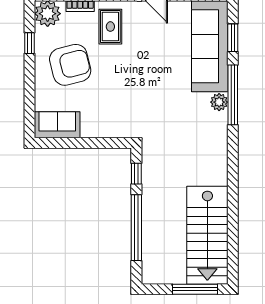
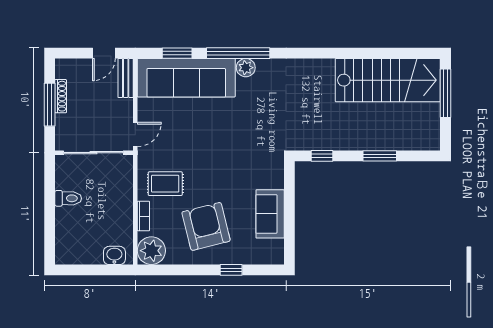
window: (30, 43) -> (231, 270), moved
sofa: (57, 125) -> (270, 214), moved
window: (136, 228) -> (380, 156), width x0.47

